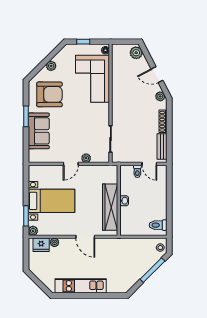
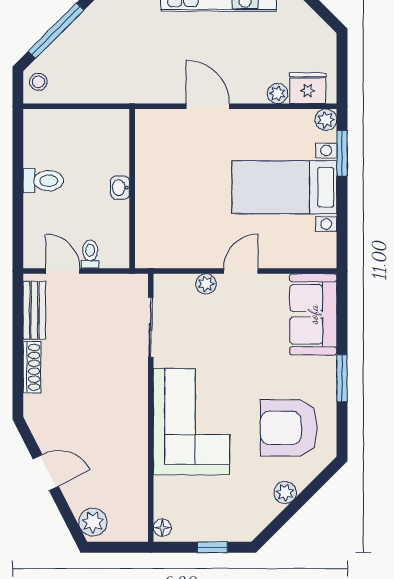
corner sofa: (93, 79) -> (191, 422), moved
plant: (160, 96) -> (38, 423), removed
sofa: (39, 131) -> (313, 314), moved
wardrobe: (110, 207) -> (152, 173), removed
toilet: (158, 225) -> (43, 181), moved

